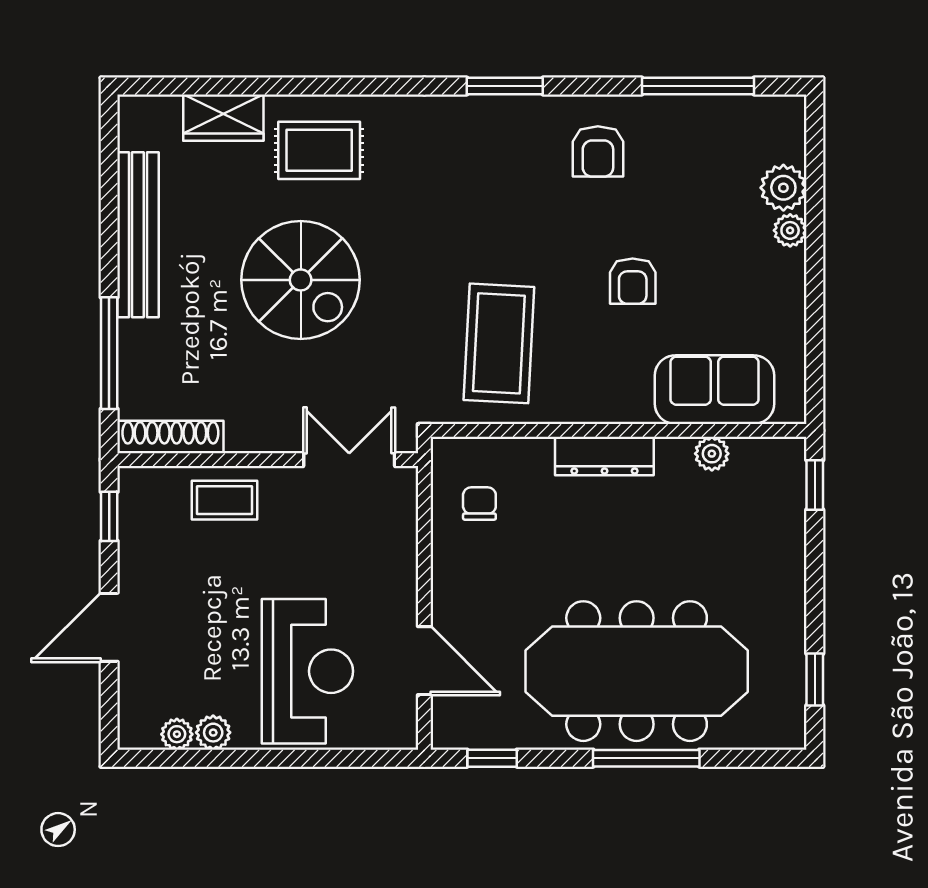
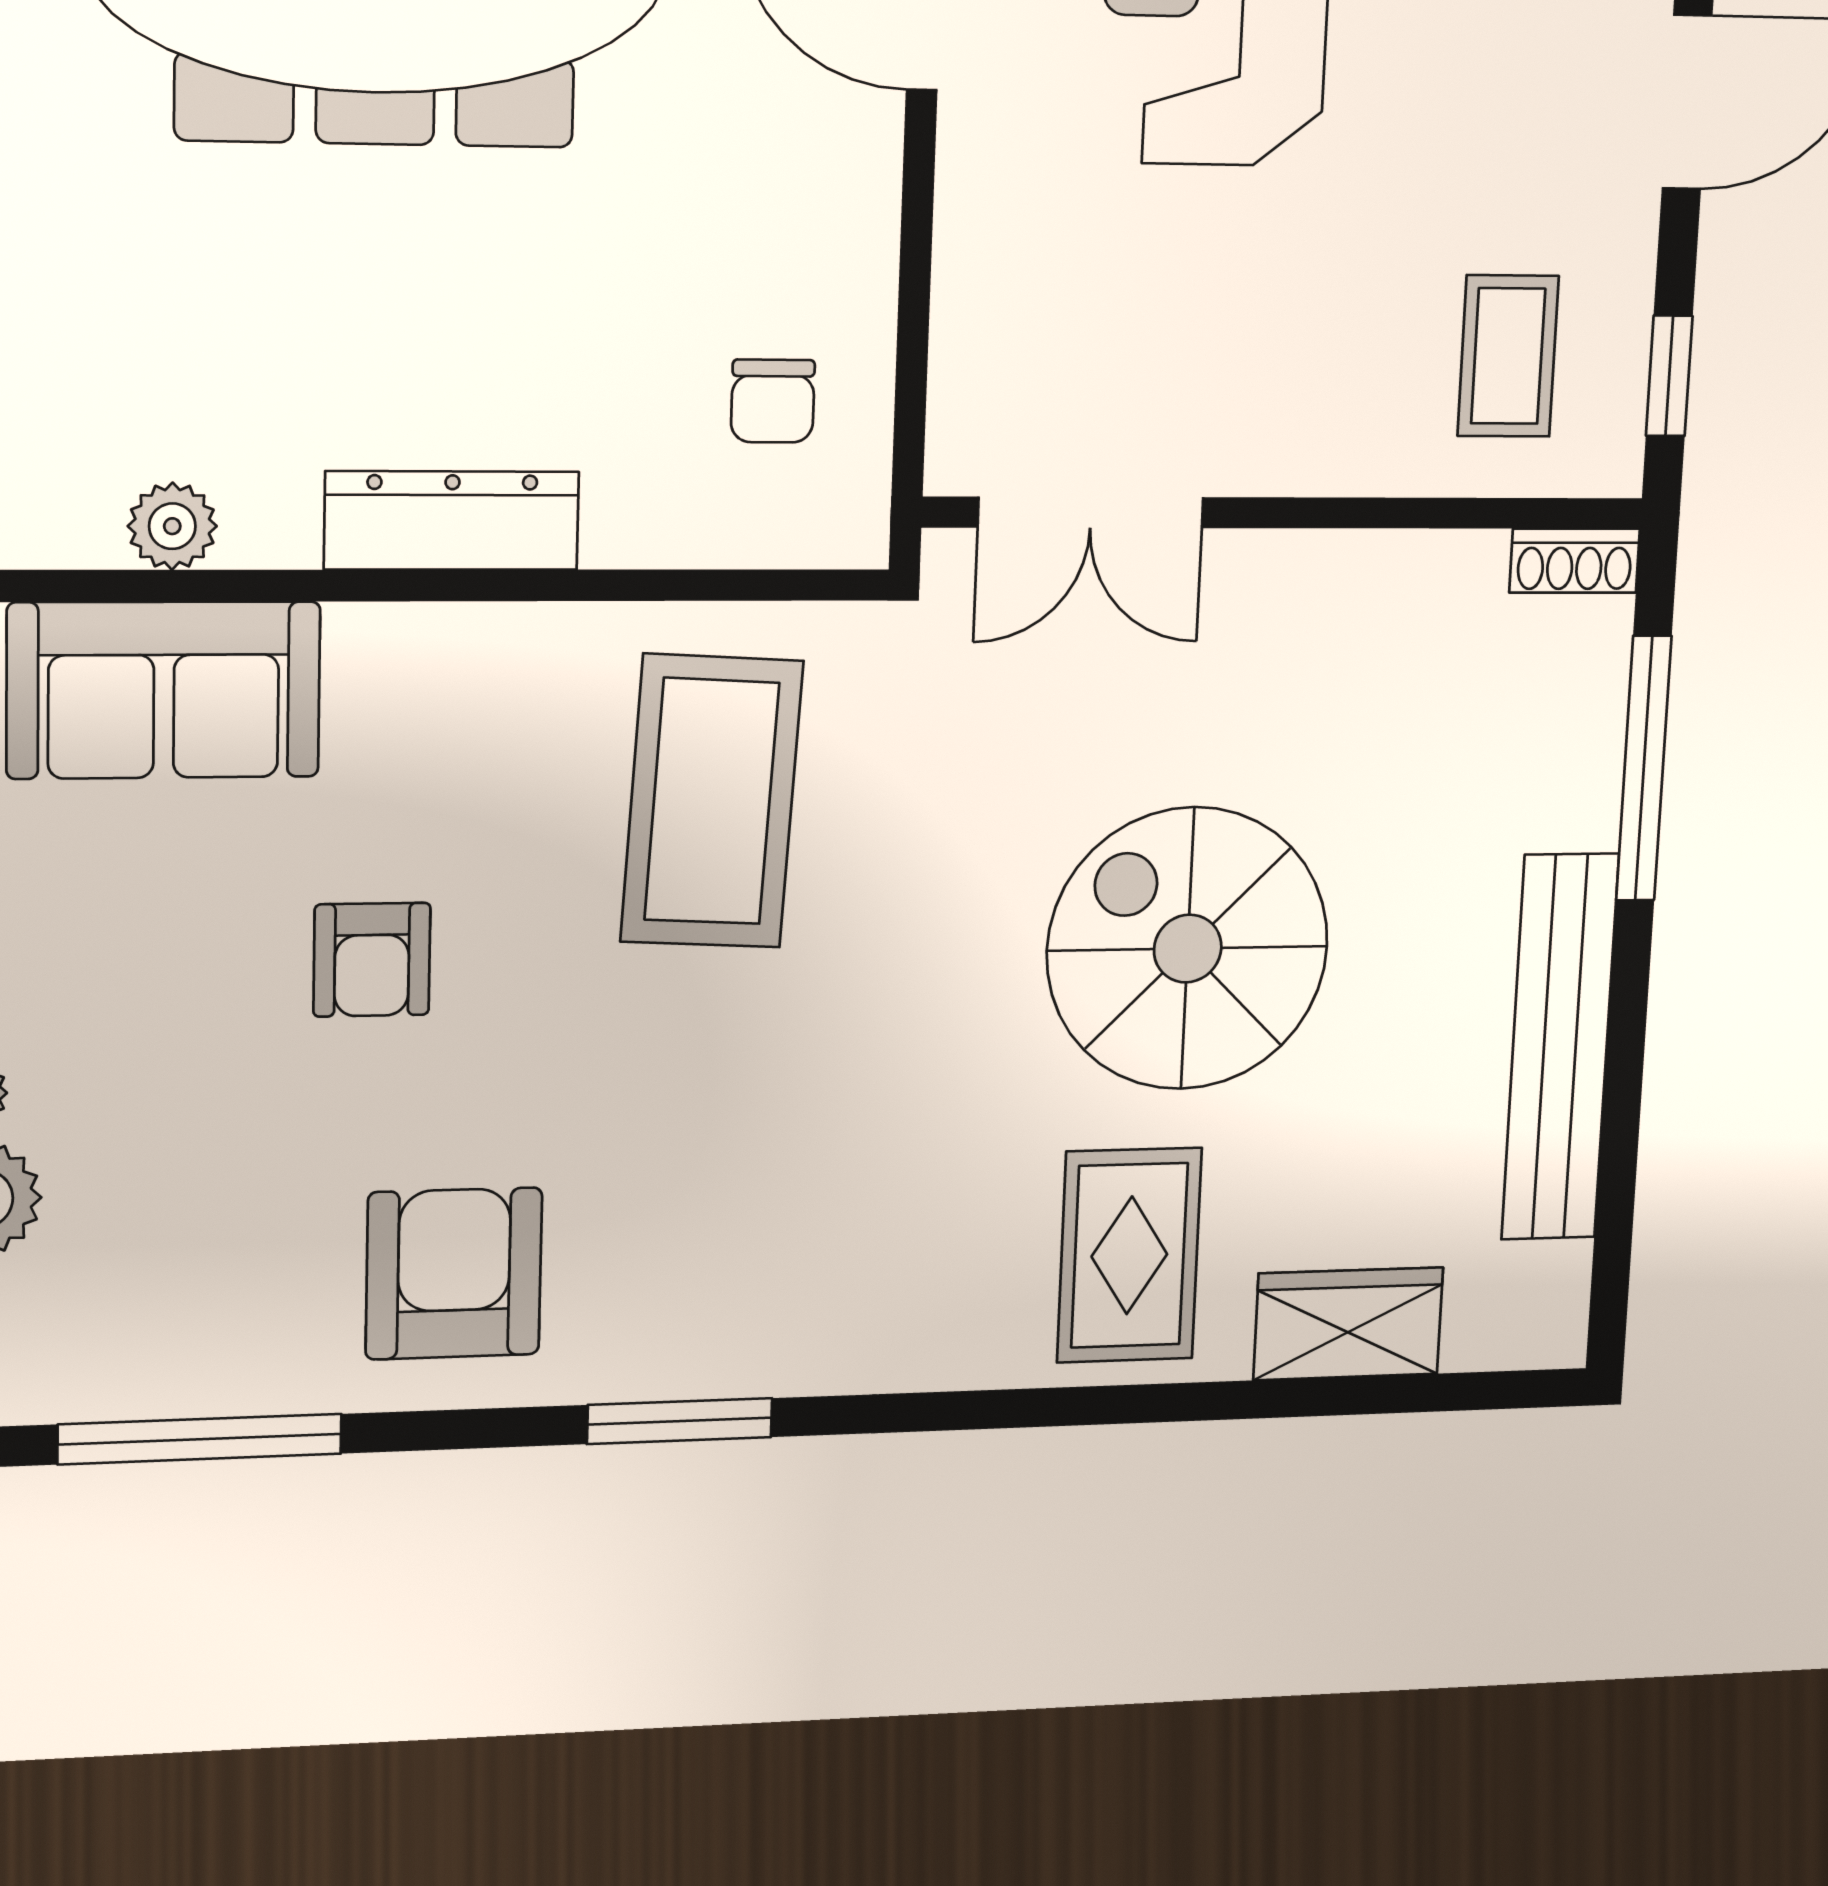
rug: (319, 150) -> (1129, 1255), turned 90
armchair: (598, 151) -> (454, 1274), width x1.38, depth x1.38
armchair: (633, 281) -> (372, 960), turned 180
shoe rack: (170, 437) -> (1575, 561), width x0.51, depth x0.81
coffee table: (225, 500) -> (1508, 356), moved, turned 90

